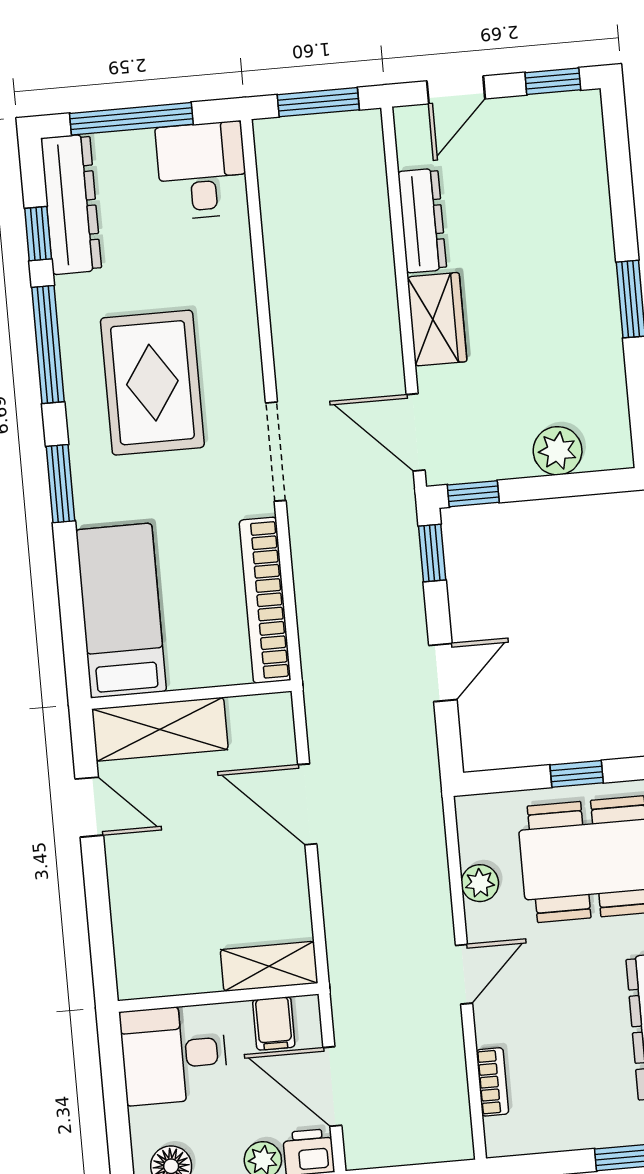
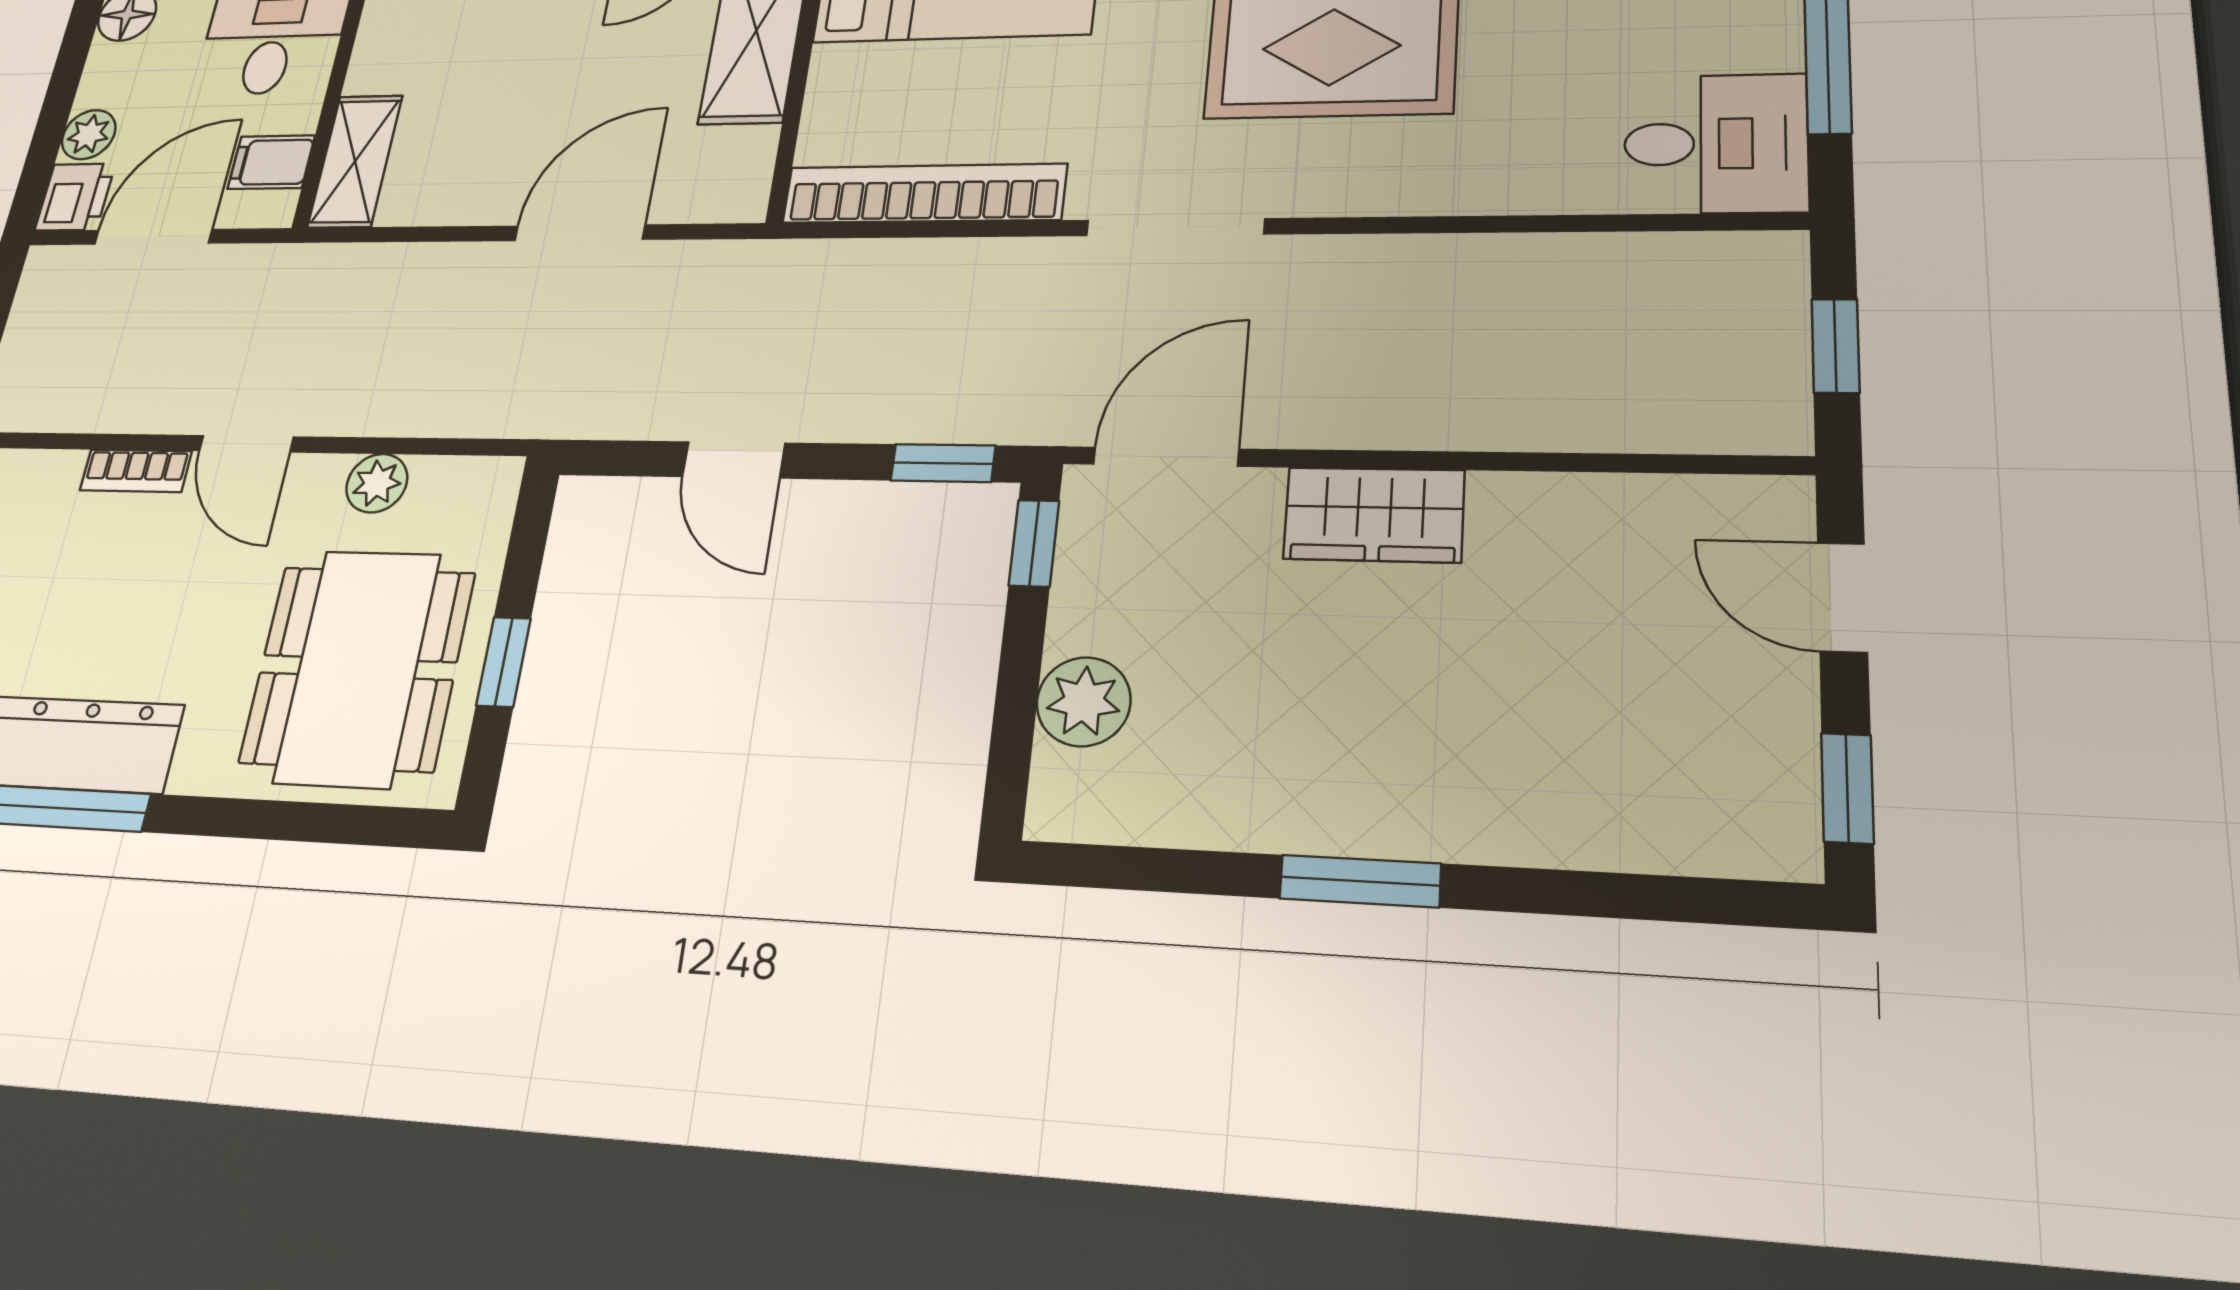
window: (318, 102) -> (1835, 346), width x0.67
dresser: (422, 221) -> (1574, 508), removed
bookcase: (492, 1082) -> (136, 471), moved

